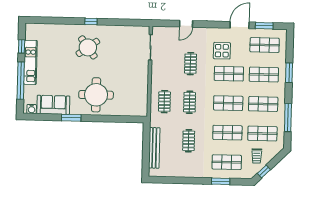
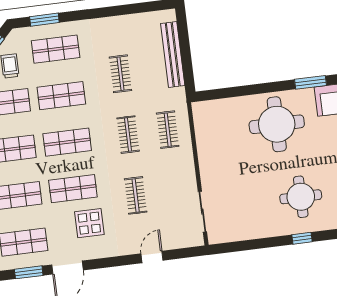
round table: (88, 47) -> (301, 197), turned 36
window: (221, 181) -> (44, 20), moved

